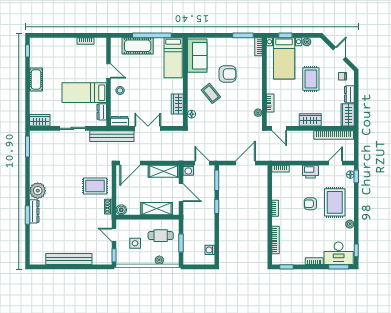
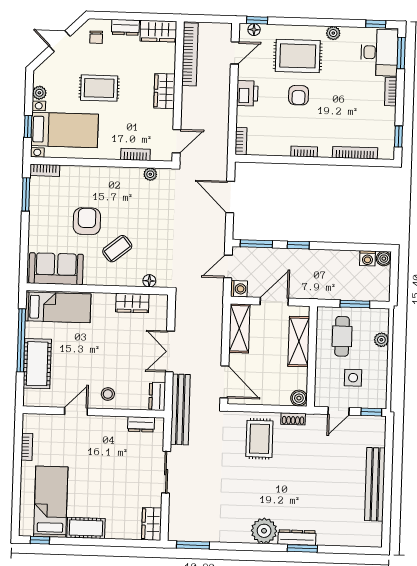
bed: (84, 93) -> (51, 502), moved, turned 180
door: (335, 163) -> (235, 53), swing flipped
boiler: (210, 260) -> (384, 259), added

